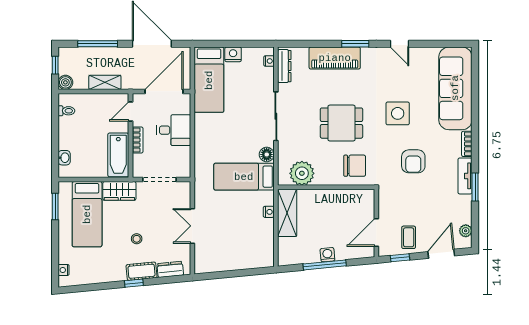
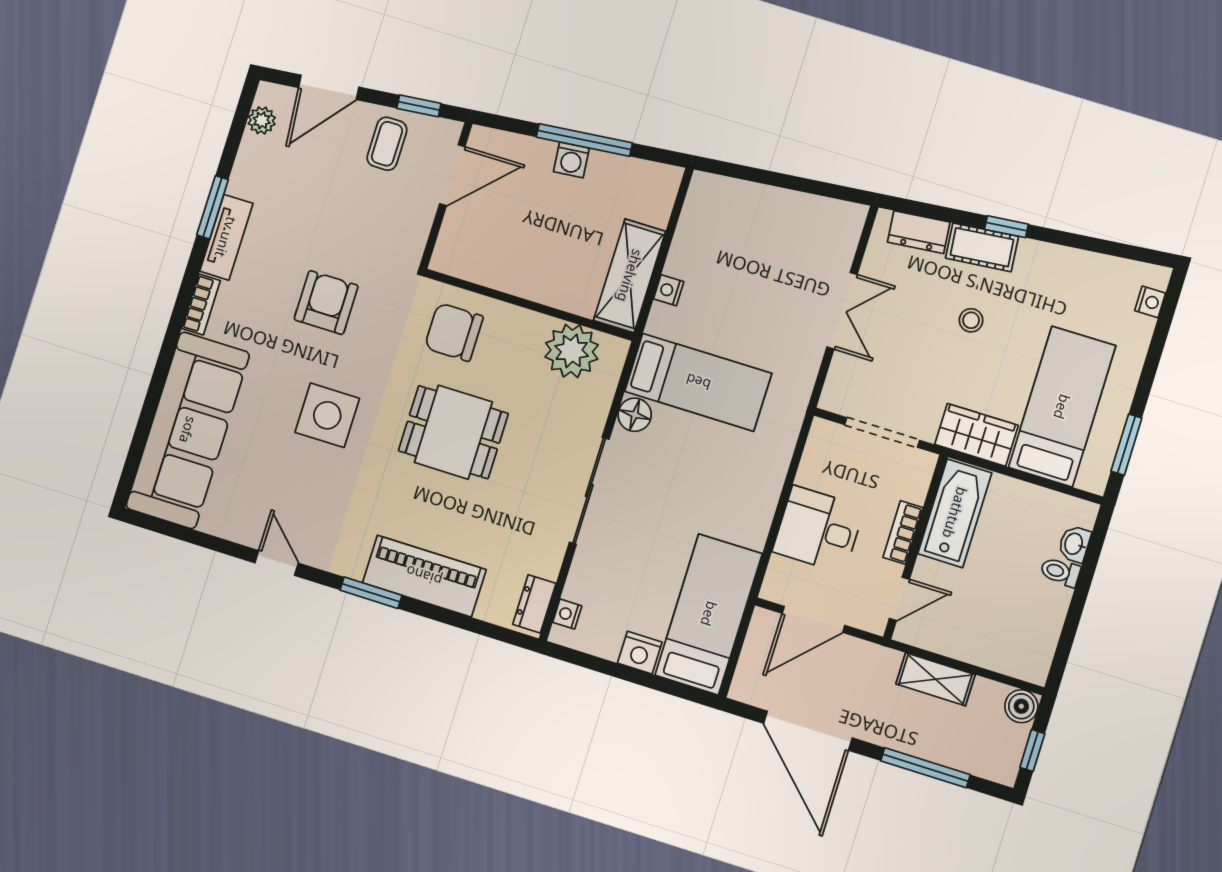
dresser: (284, 66) -> (534, 604), width x0.70
door: (164, 91) -> (813, 619), width x0.73
toilet: (66, 111) -> (1060, 572), moved

